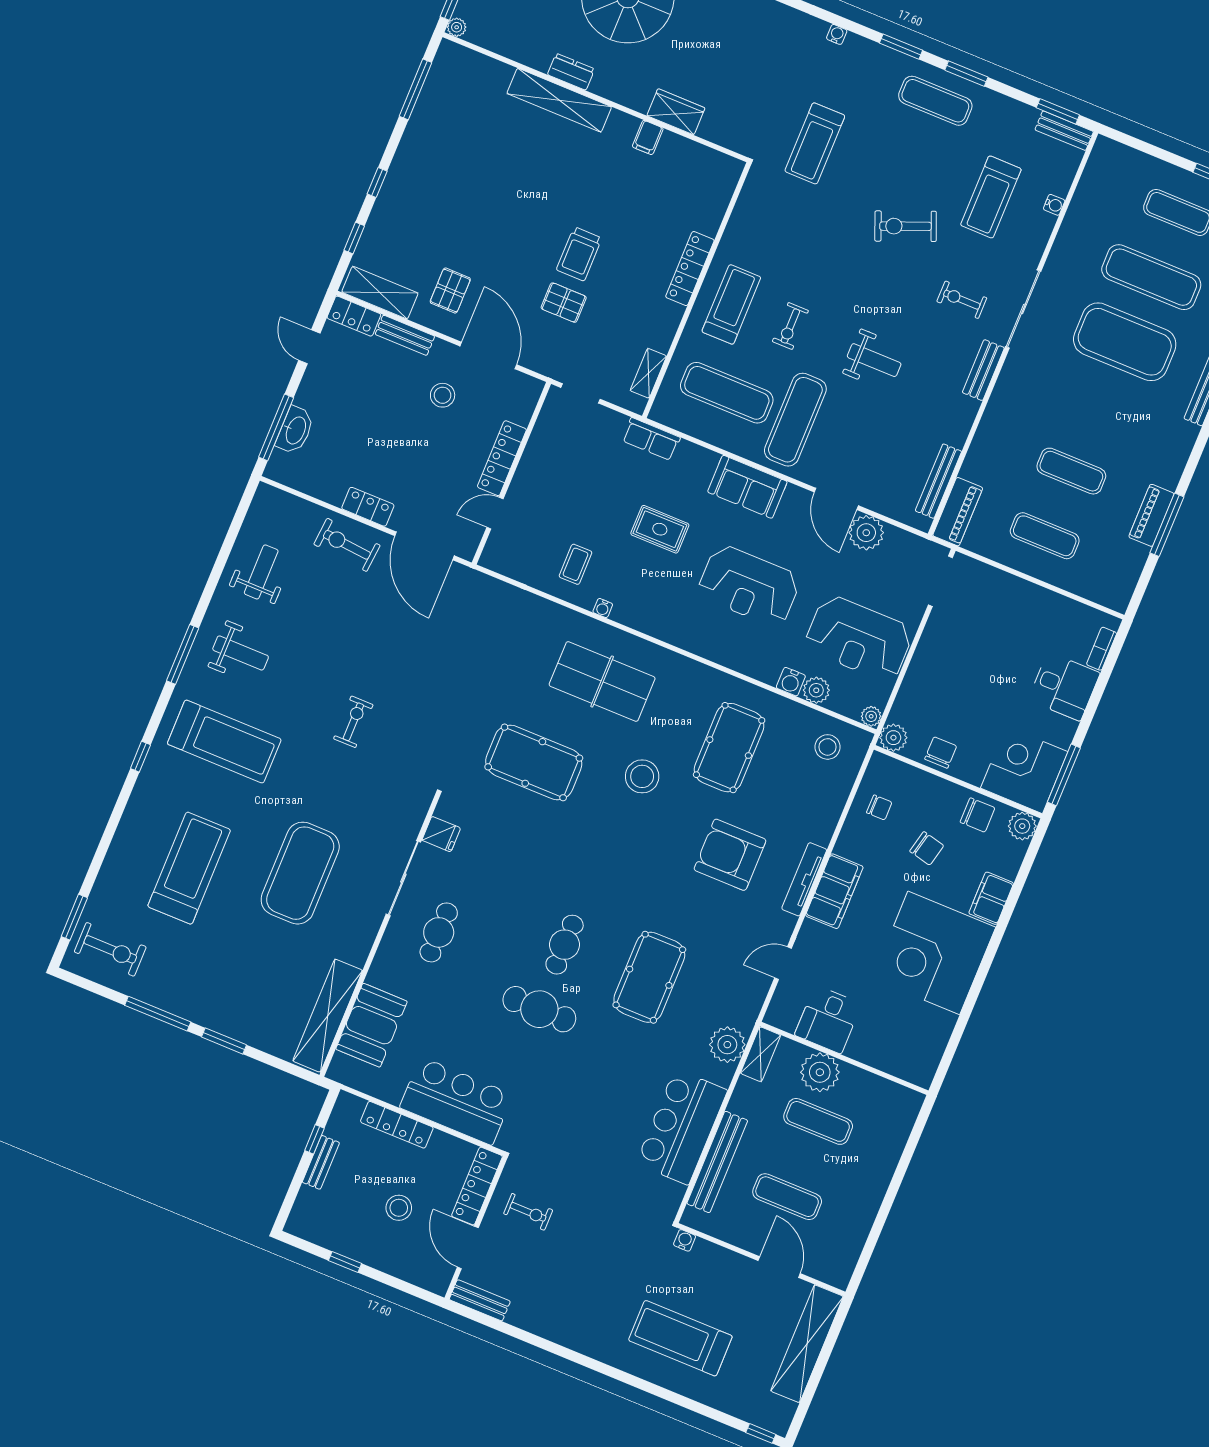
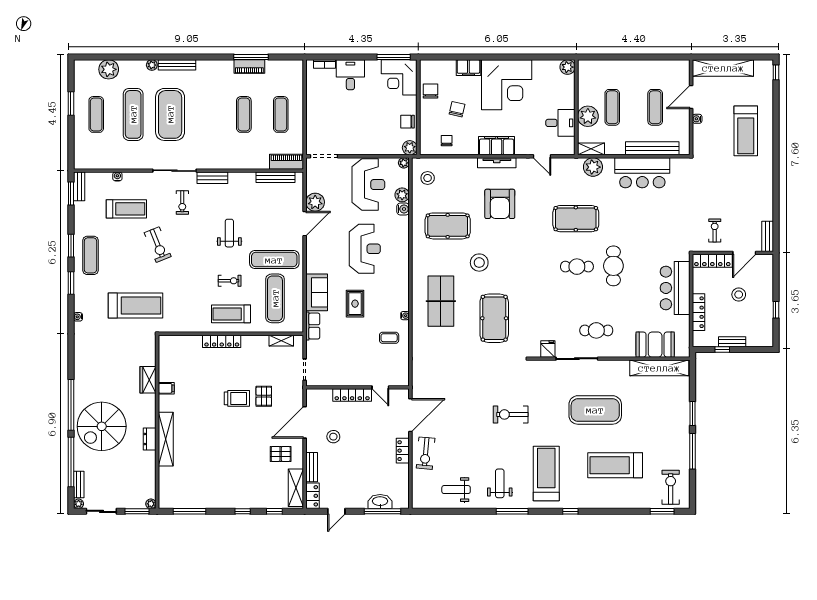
treadmill: (815, 143) -> (136, 306), width x1.37, depth x1.38
sofa: (747, 487) -> (317, 292), moved
exercise bike: (353, 722) -> (511, 414), width x1.38, depth x1.39
plant: (1022, 826) -> (568, 67), moved
water cooler: (685, 1240) -> (697, 119), moved

